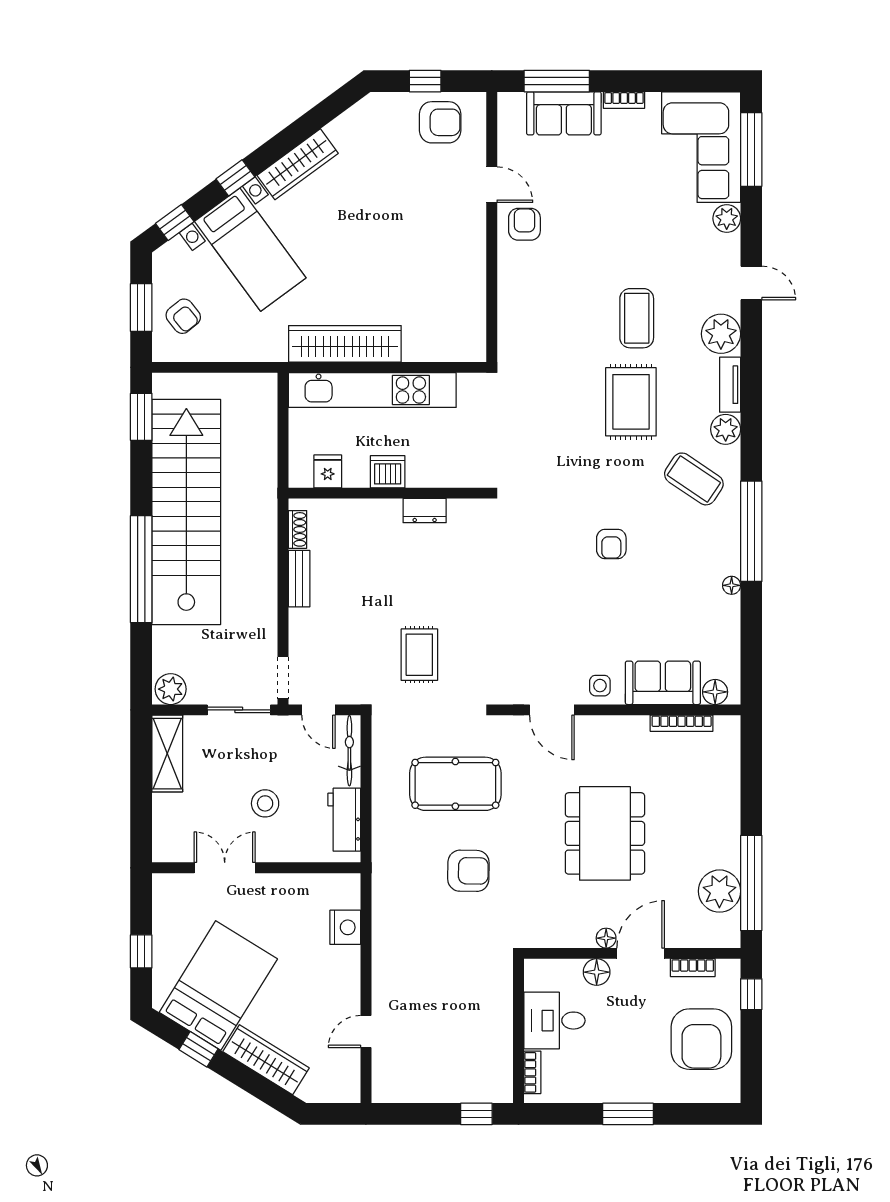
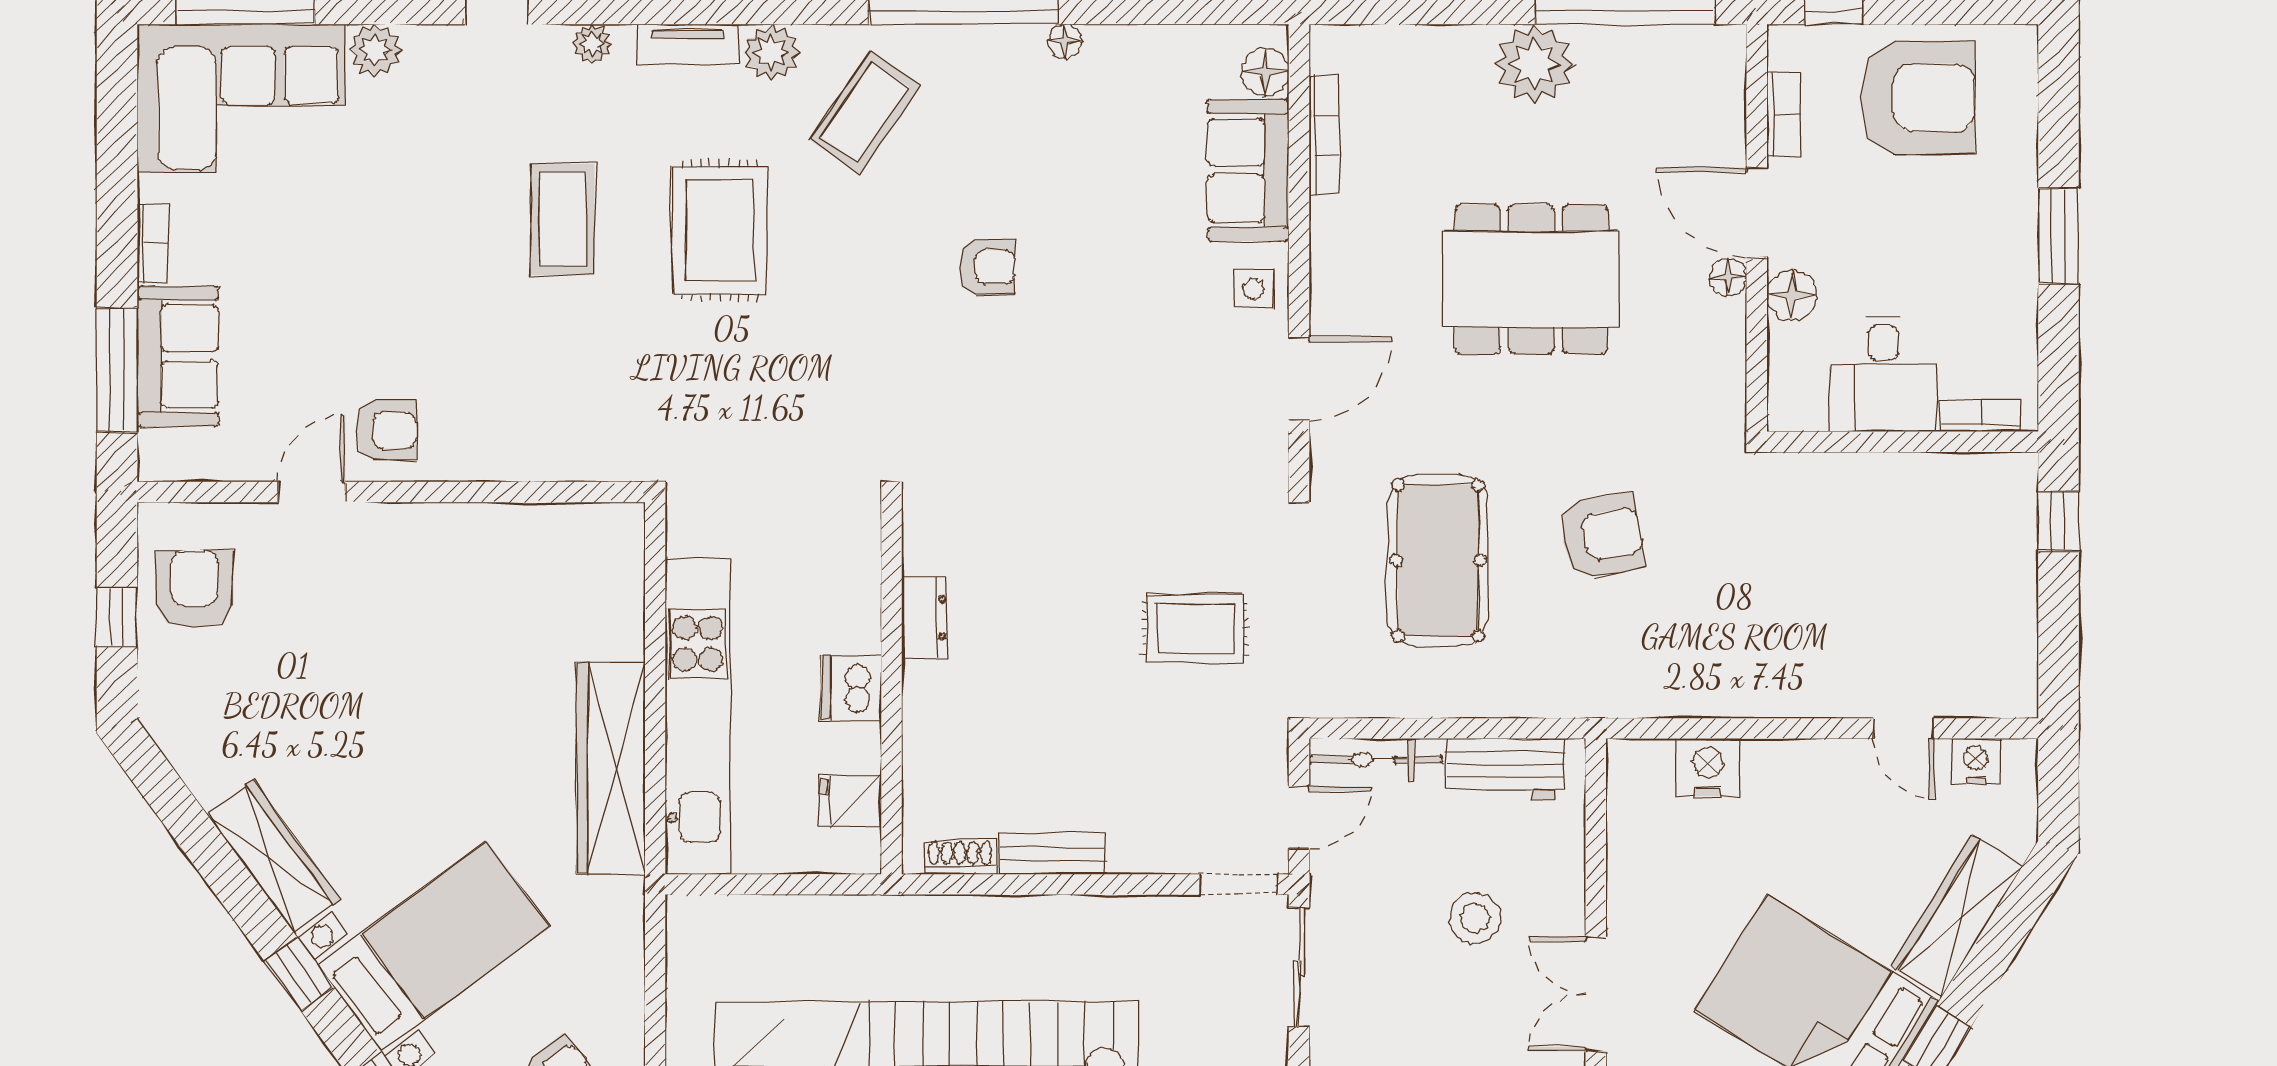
armchair: (524, 224) -> (386, 430), turned 180
coffee table: (637, 318) -> (563, 219), turned 90
plant: (721, 334) -> (592, 44), width x0.53, depth x0.53
rug: (631, 402) -> (720, 230), turned 90
armchair: (468, 871) -> (1602, 536), turned 79
plant: (719, 891) -> (1534, 64), moved
nightstand: (349, 1070) -> (1976, 761), added

